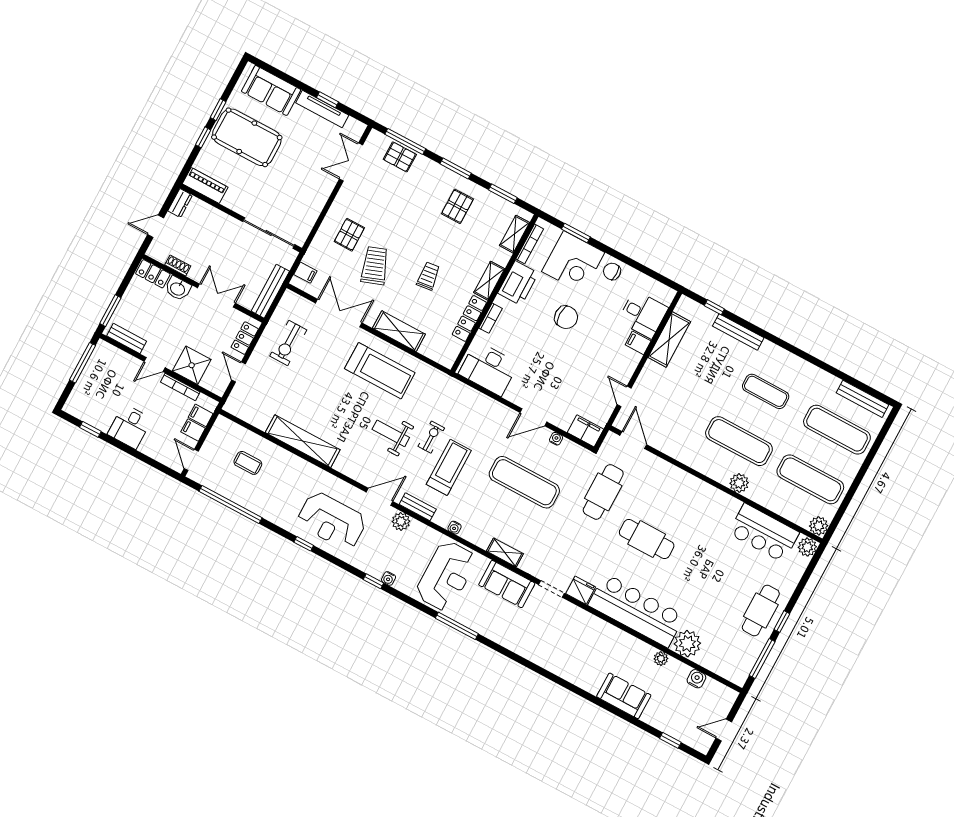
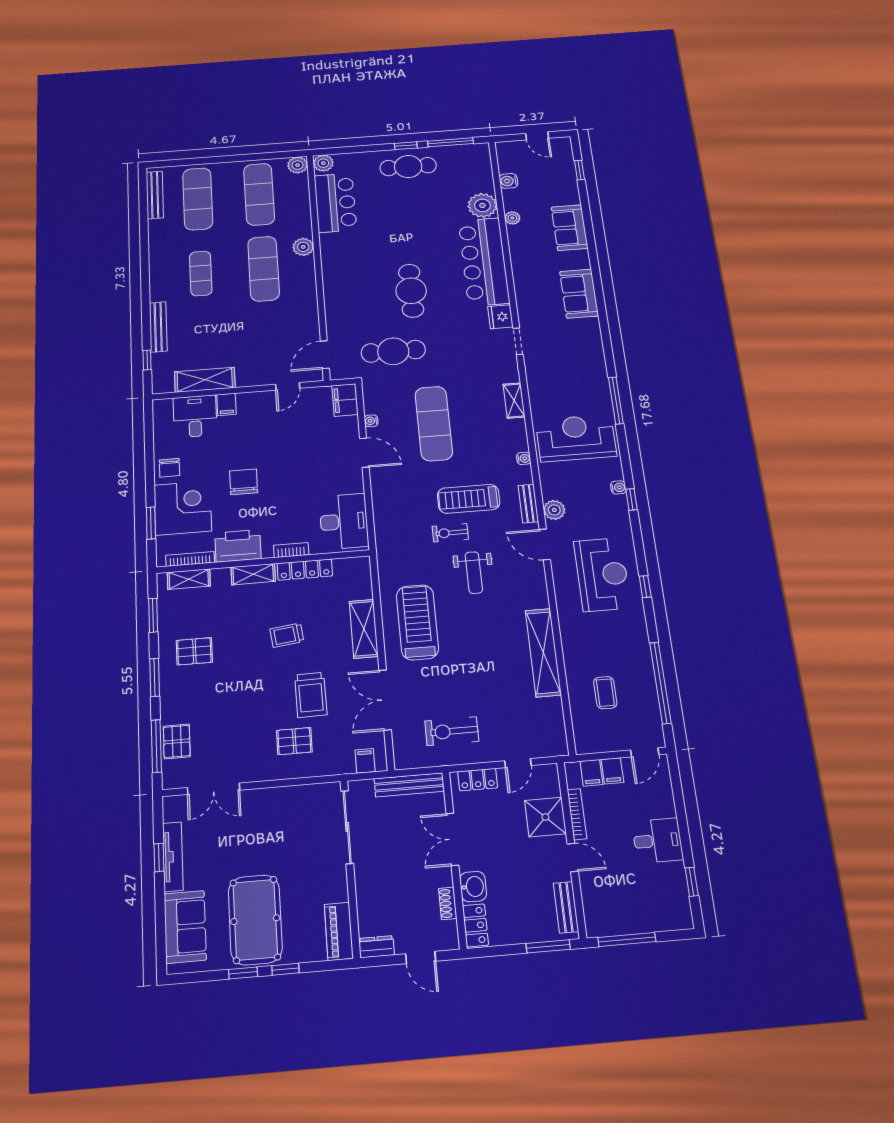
trolley: (375, 266) -> (311, 695), turned -71
exercise bike: (288, 343) -> (452, 731), turned 180
sofa: (507, 584) -> (579, 294), moved, turned 180

